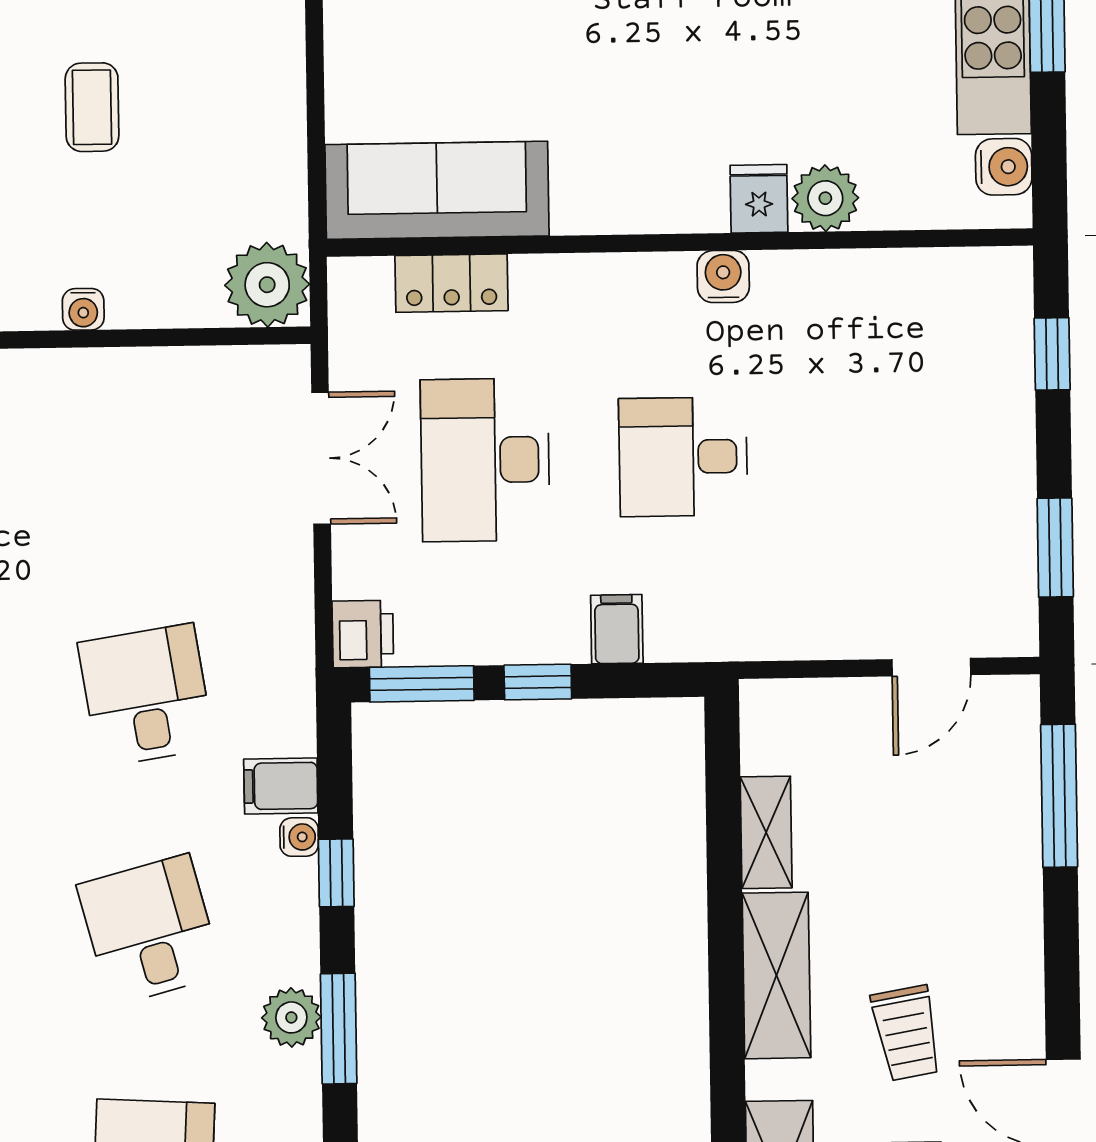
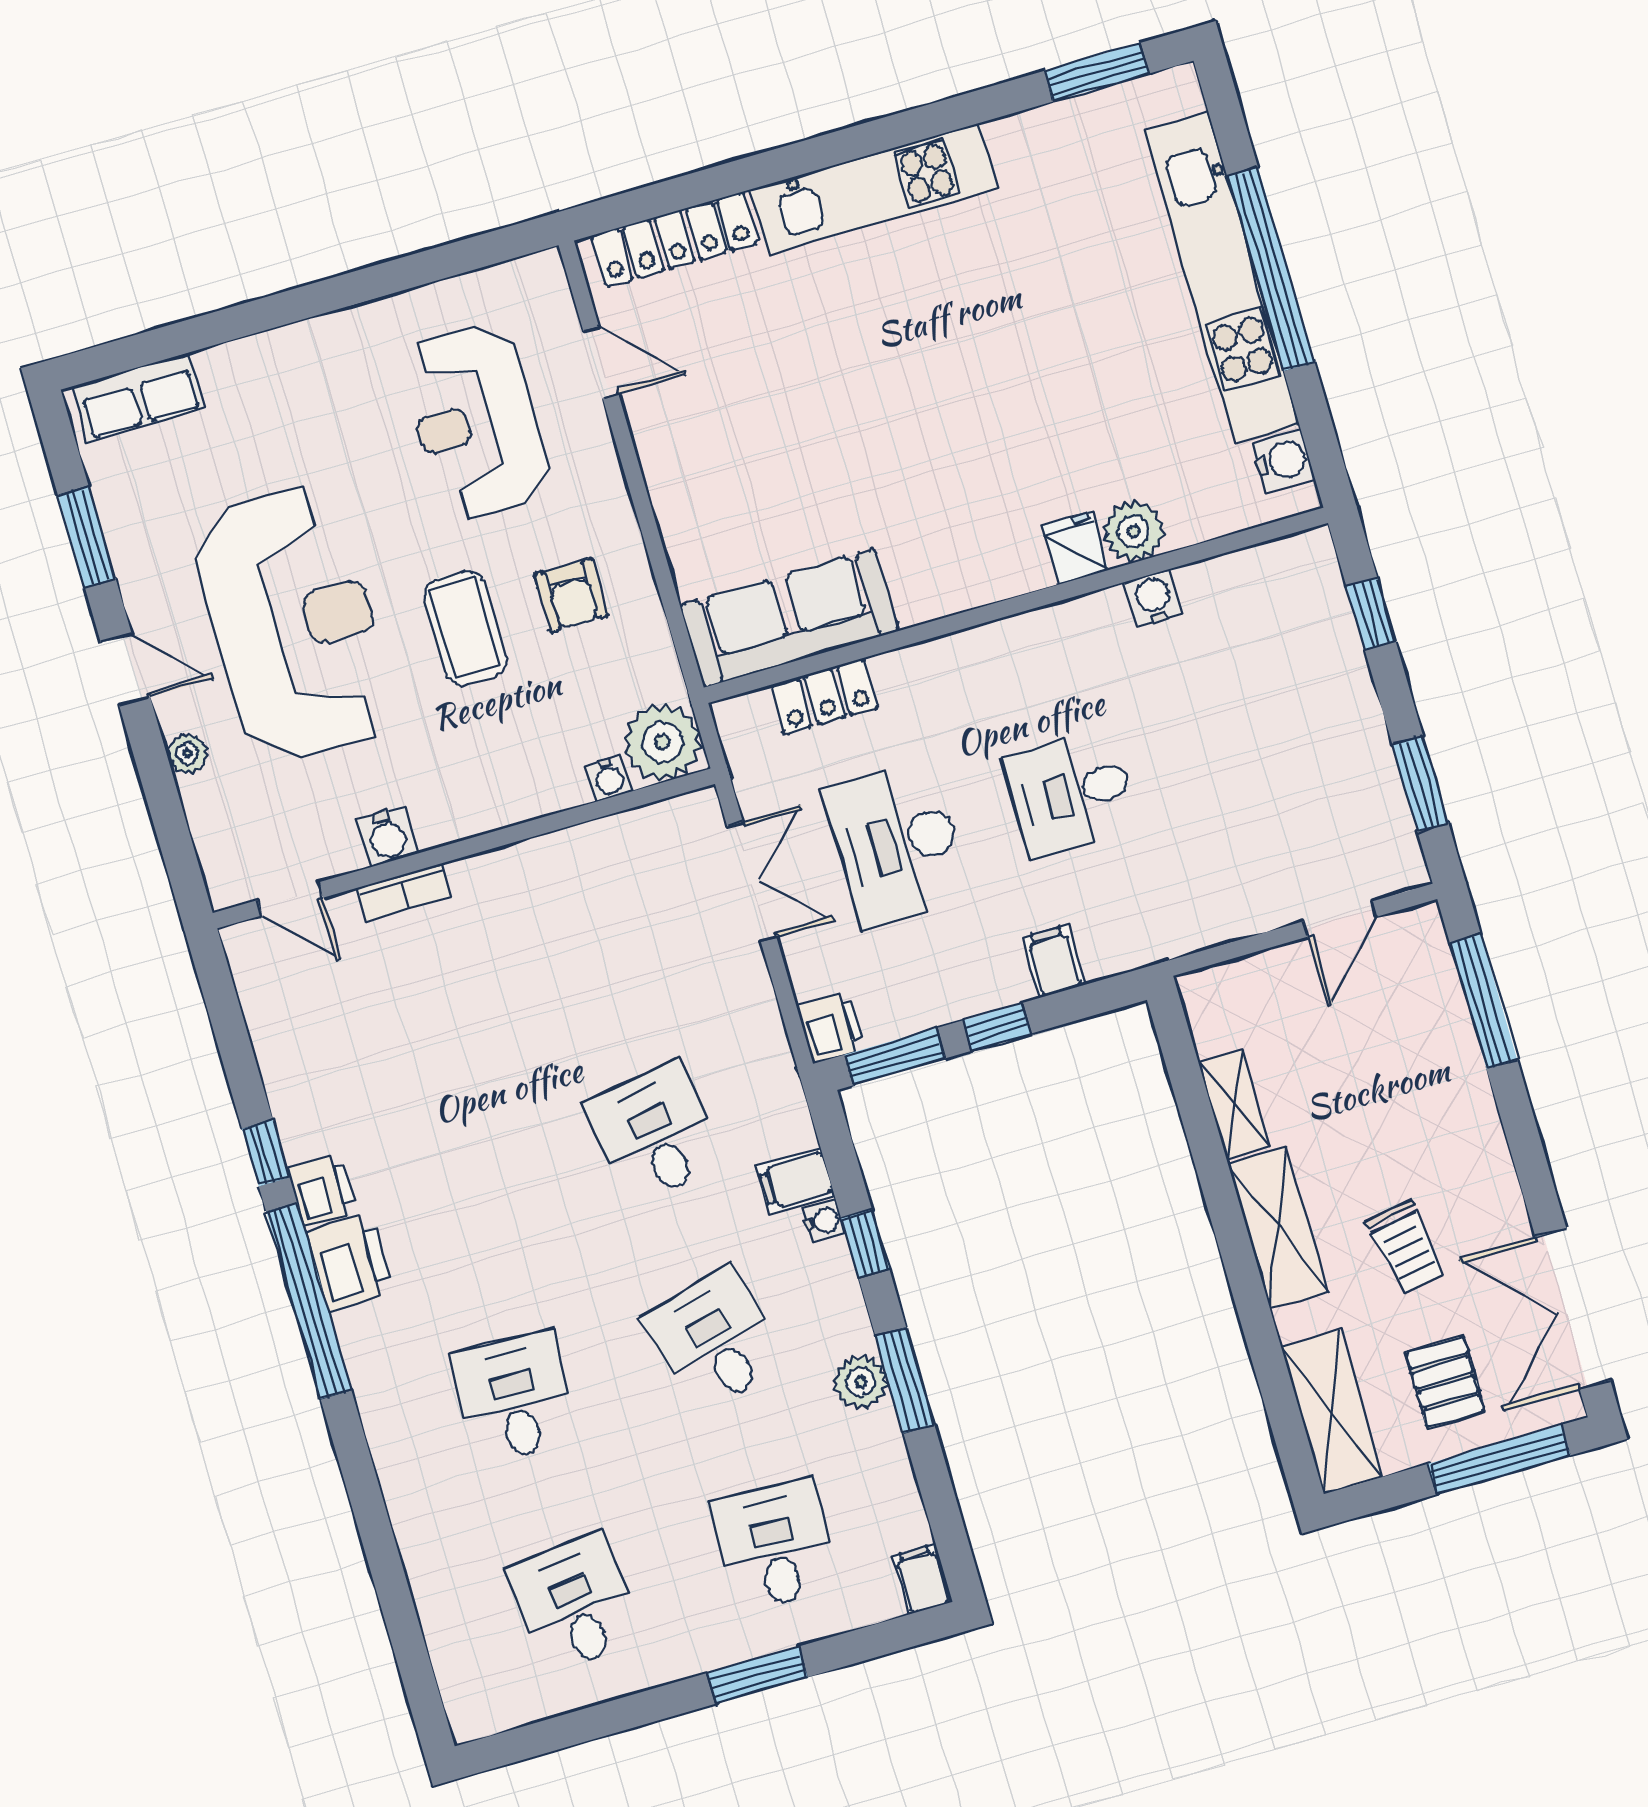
armchair: (213, 103) -> (571, 595), added
coffee table: (92, 107) -> (465, 628), width x1.36, depth x1.30
water cooler: (723, 276) -> (1154, 598), moved
water cooler: (83, 309) -> (609, 778), moved

